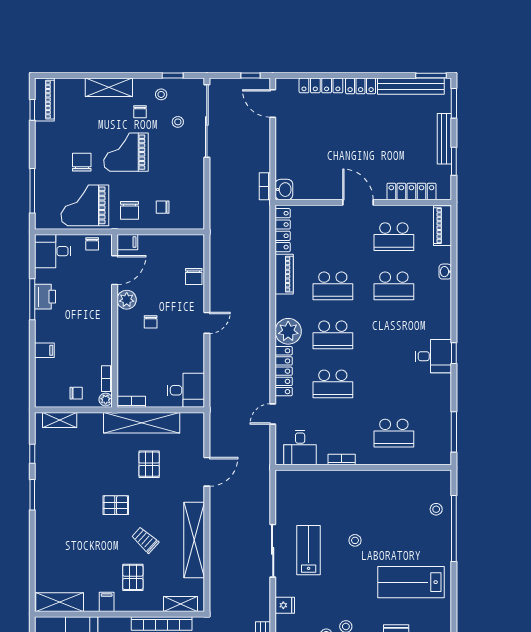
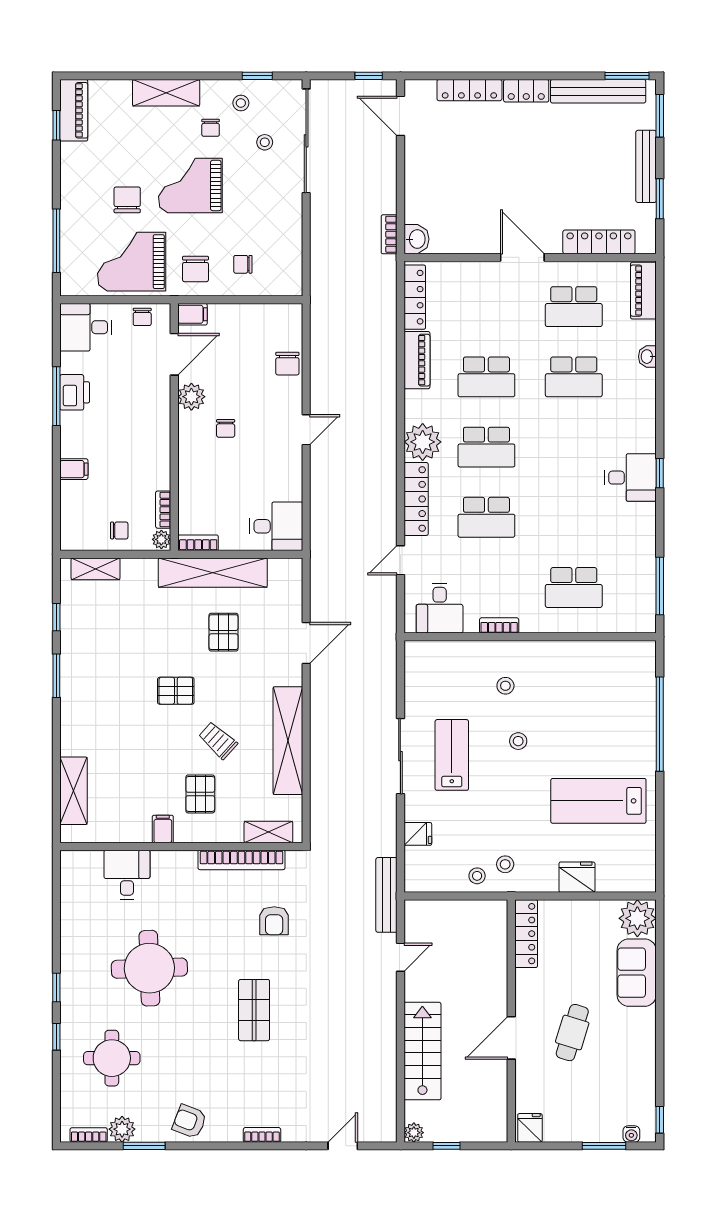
stool: (436, 509) -> (505, 686), moved
shelving: (60, 602) -> (74, 791), moved, turned 90

